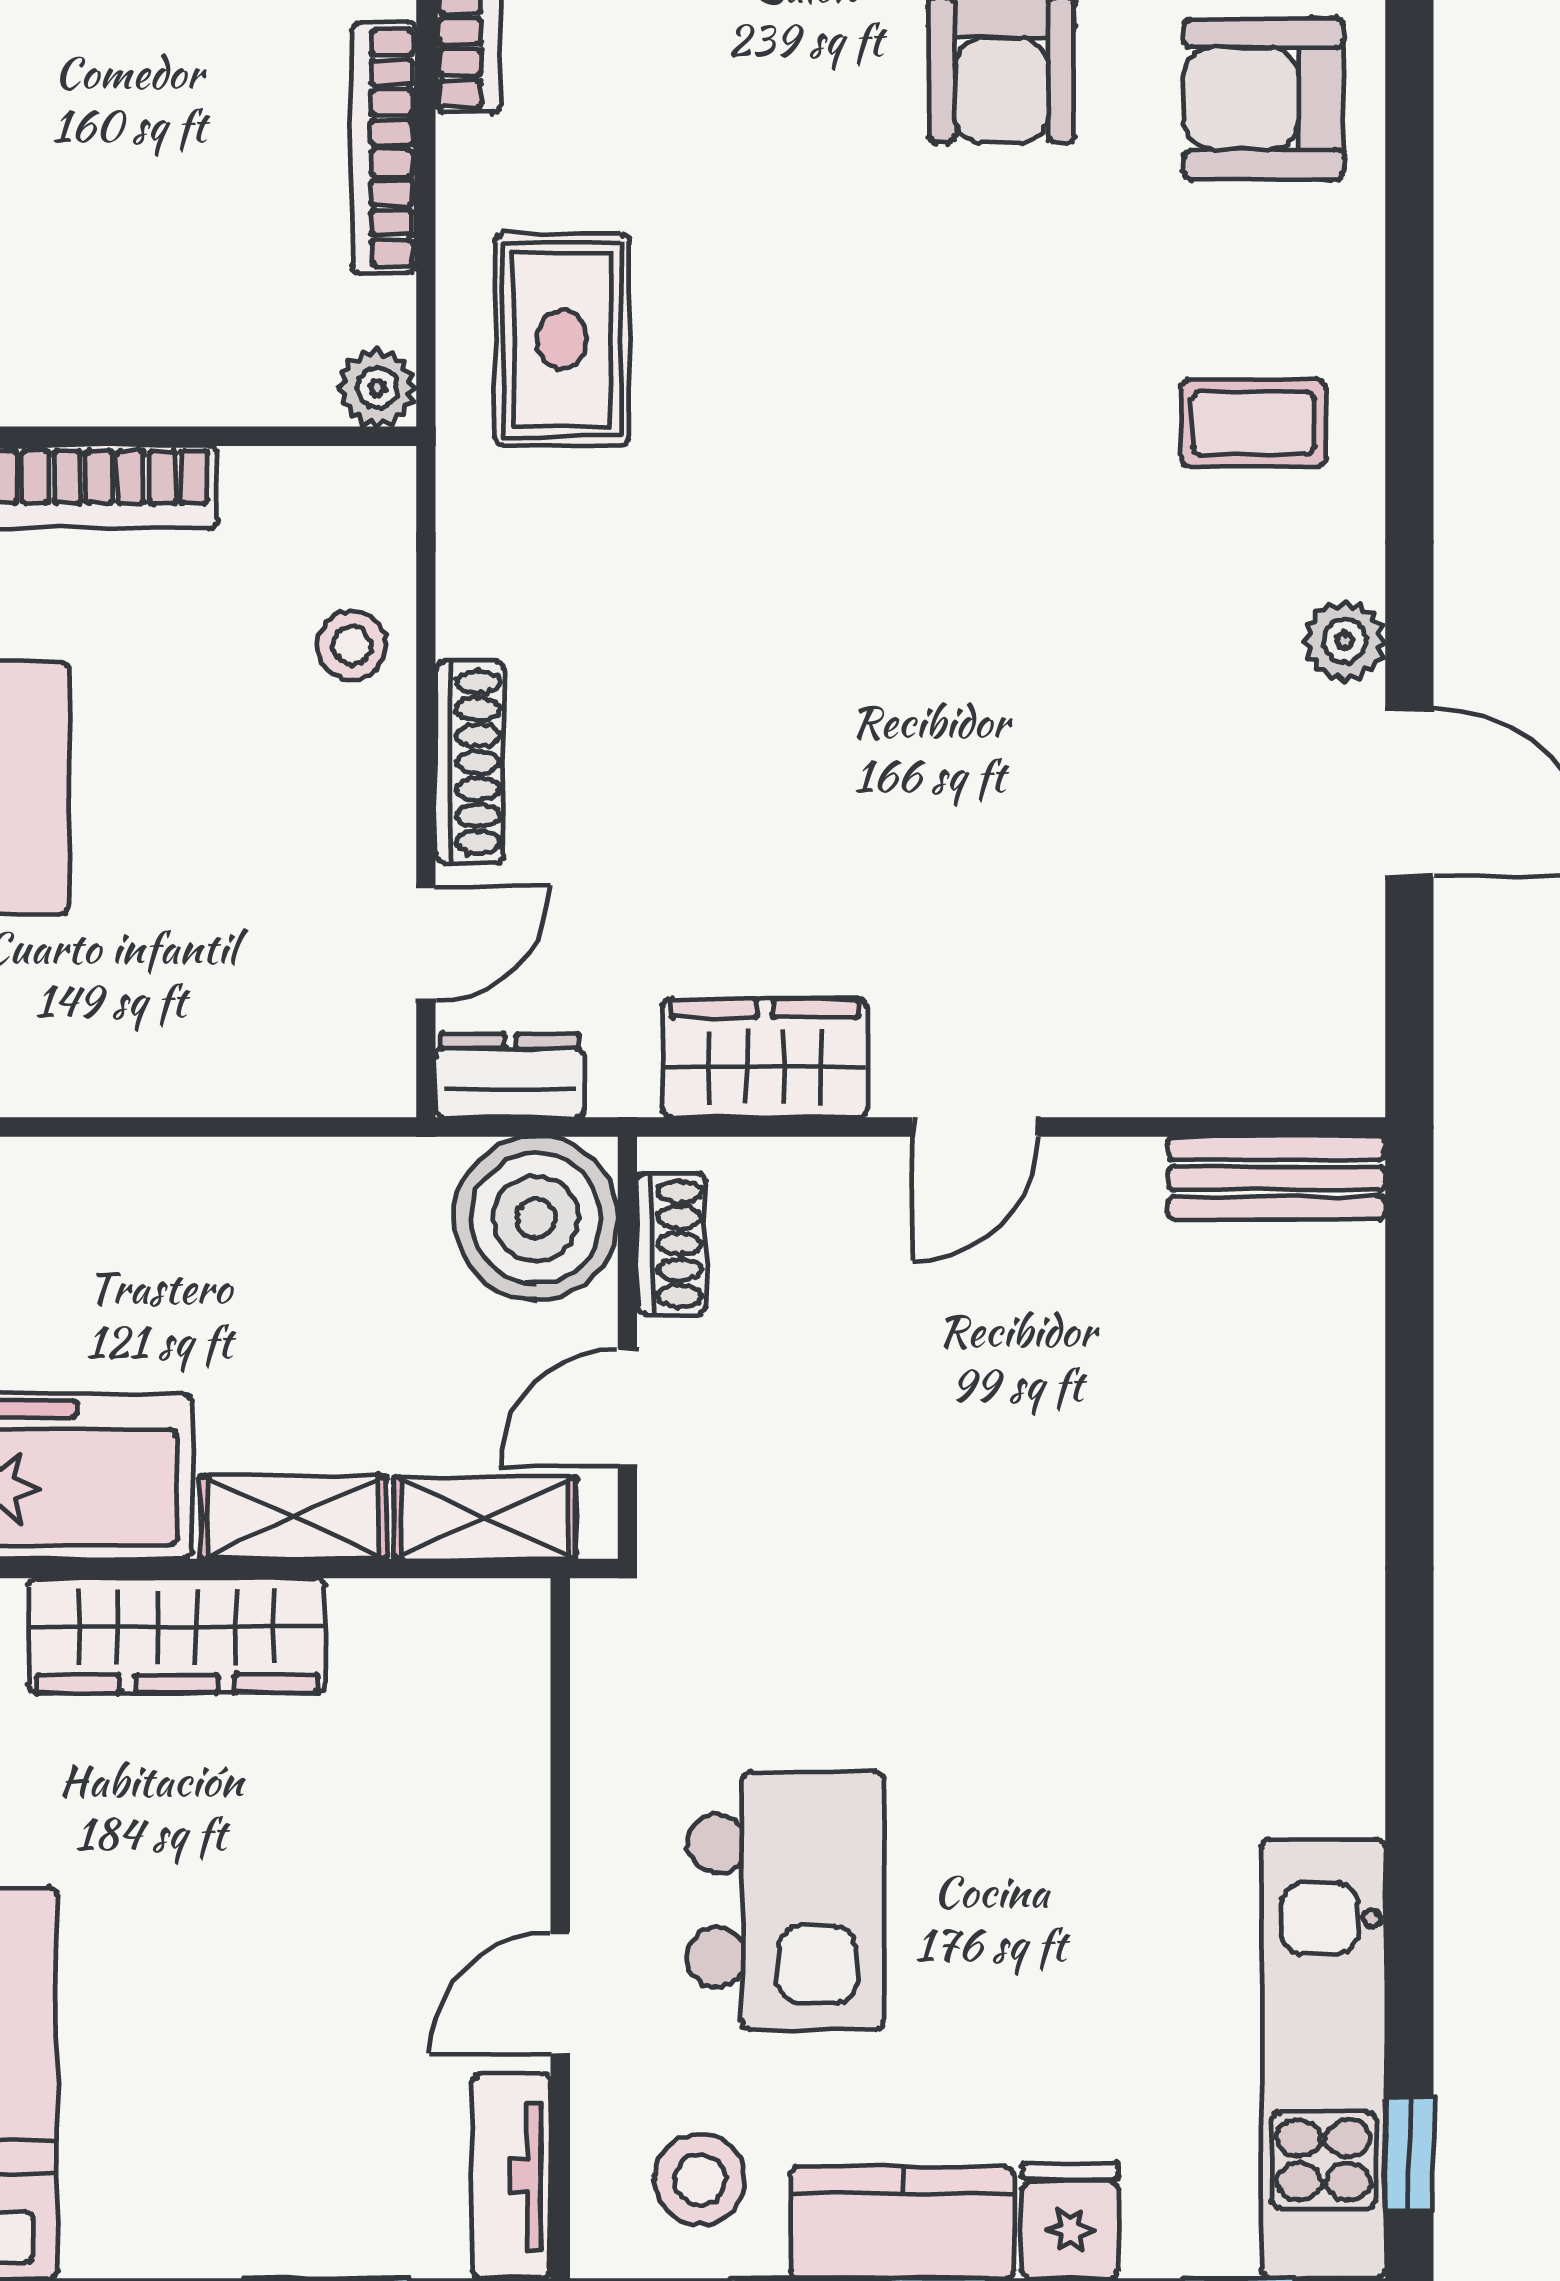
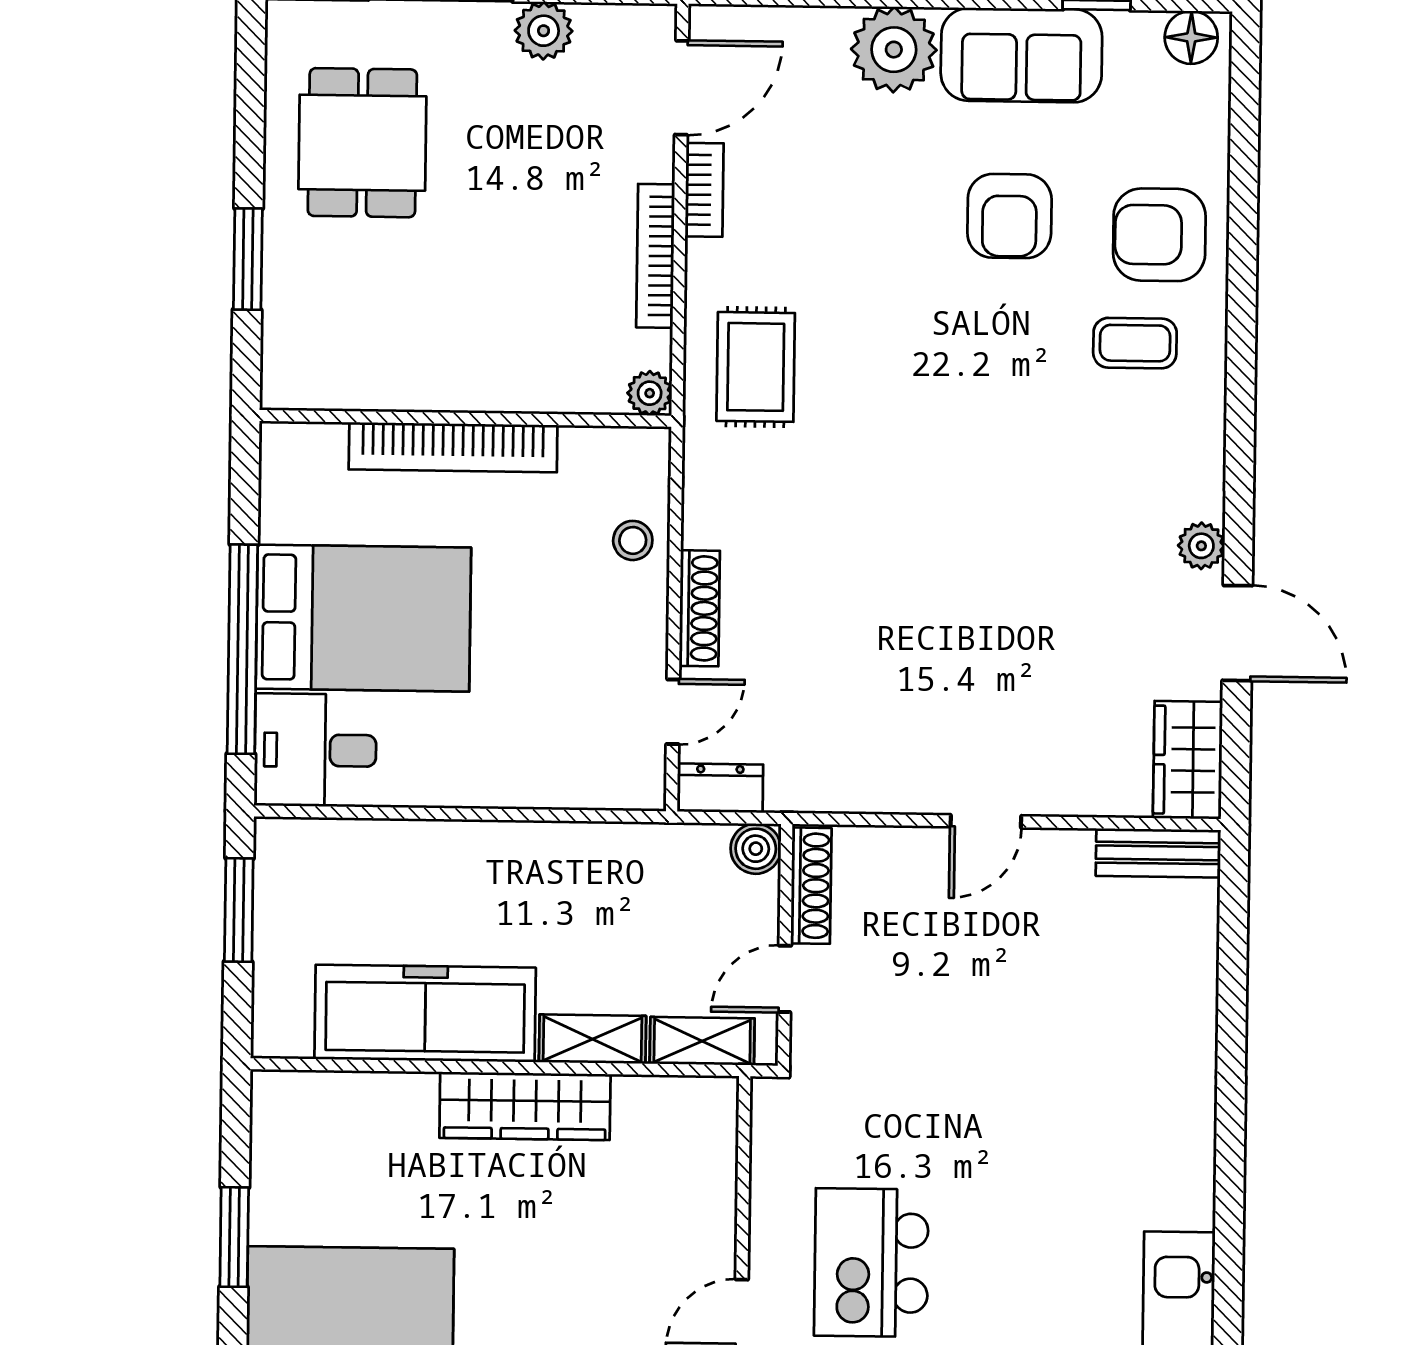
coffee table: (1253, 423) -> (1135, 343), moved
wardrobe: (765, 1058) -> (1188, 760), moved, turned -90
boiler: (536, 1218) -> (756, 849), width x0.54, depth x0.54
shoe rack: (671, 1244) -> (811, 886), width x1.43
kitchen island: (786, 1900) -> (871, 1263), turned 180

